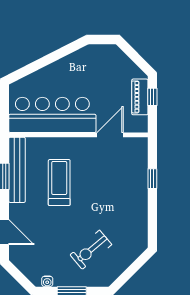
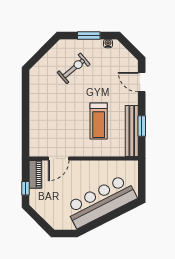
piano: (140, 97) -> (35, 174), moved
bar counter: (52, 115) -> (101, 201), moved, turned 153
window: (152, 179) -> (25, 124), removed

